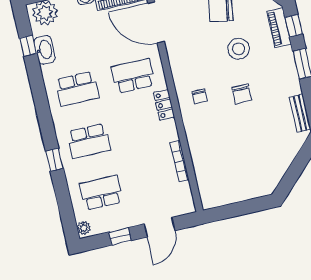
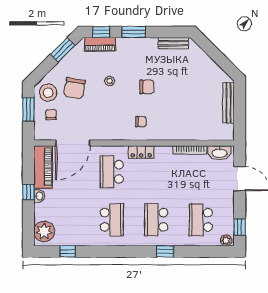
stool: (239, 49) -> (110, 81), width x0.53, depth x0.53
washbasin: (44, 50) -> (219, 153), moved, turned 180
school desk: (89, 141) -> (156, 220), turned 180
bench: (245, 194) -> (229, 103), added
window: (120, 236) -> (240, 227), moved

